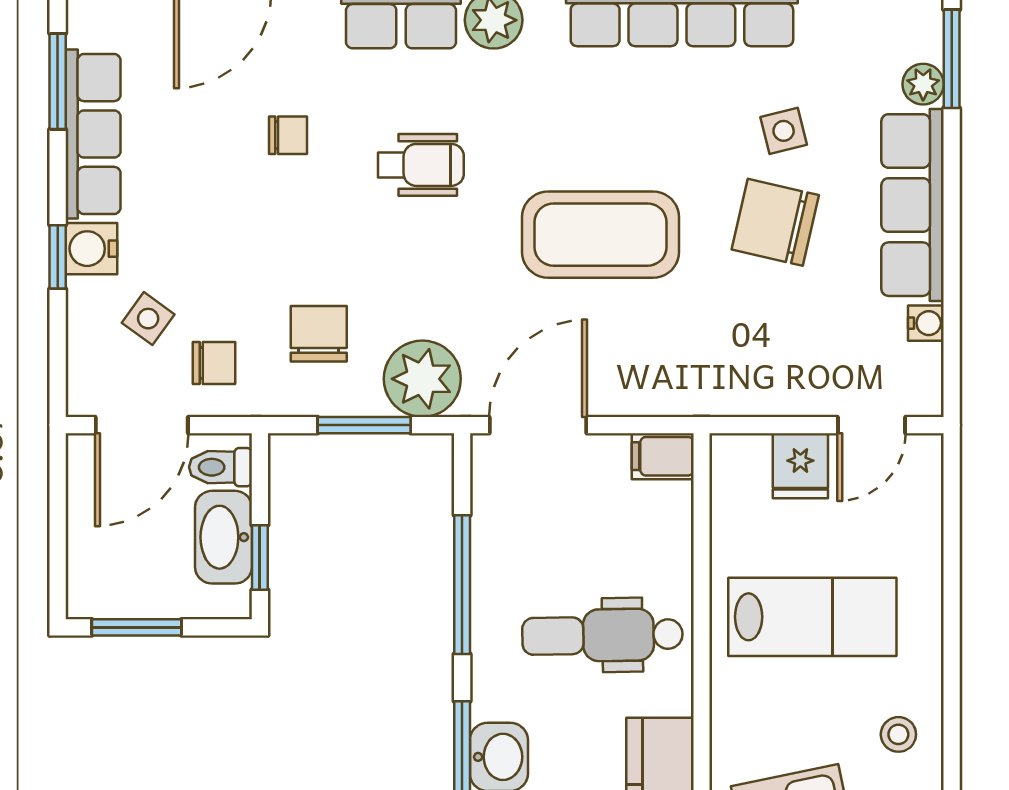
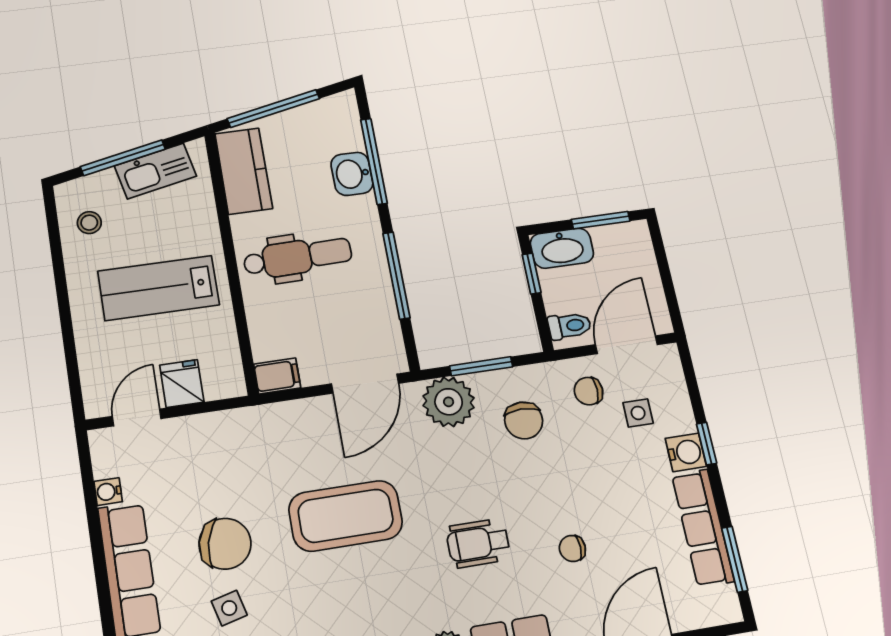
side table: (148, 319) -> (638, 413), turned -36
washbasin: (223, 537) -> (562, 248), moved, turned 90

